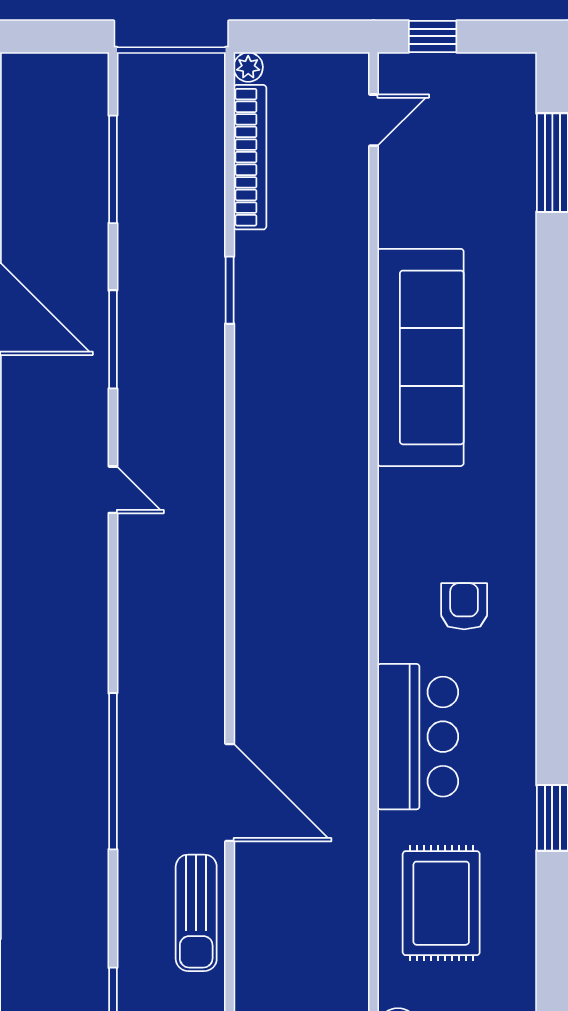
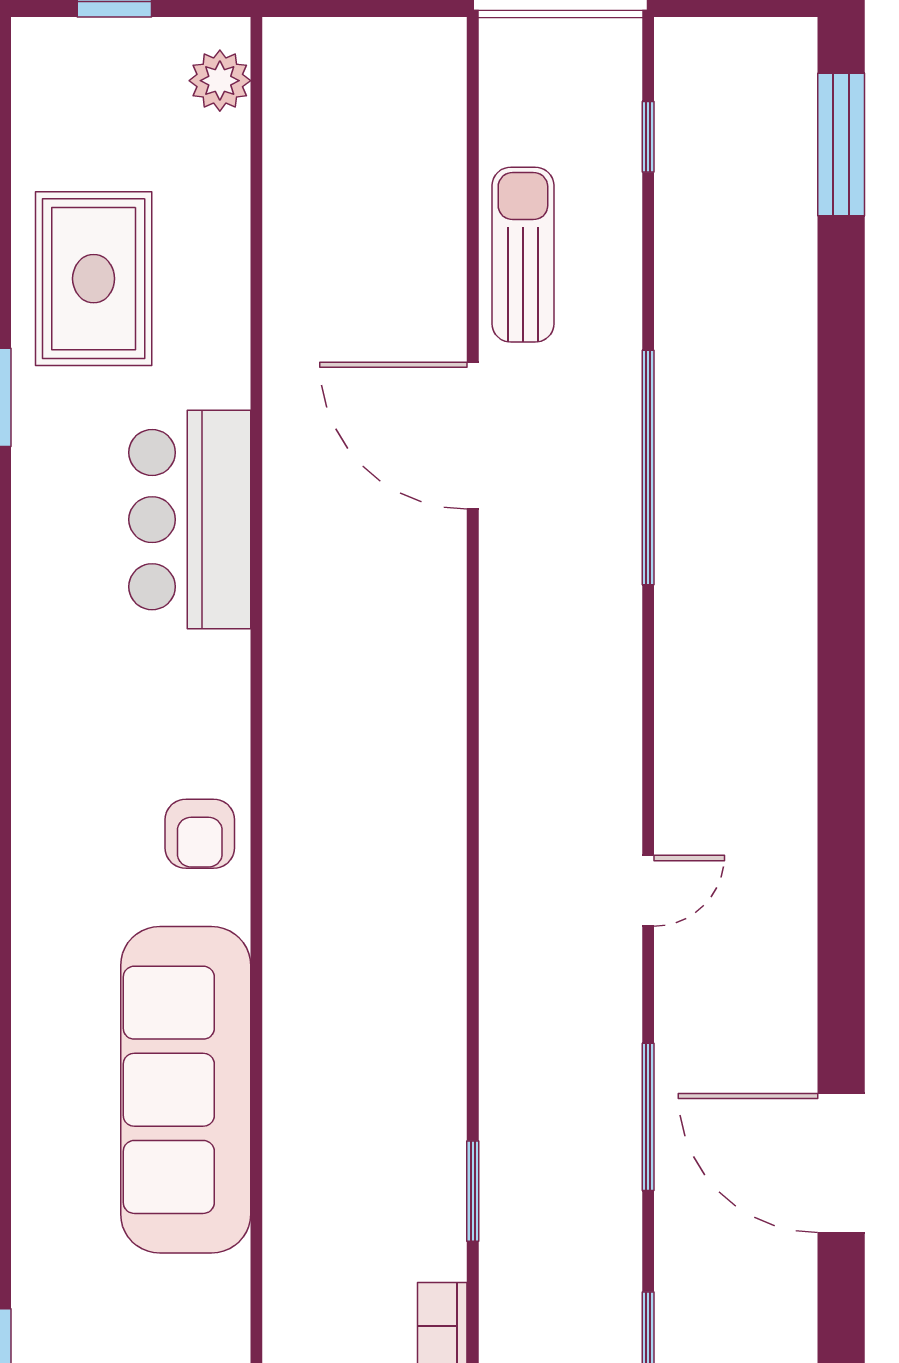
door: (113, 490) -> (648, 891), swing flipped
armchair: (464, 606) -> (200, 834), moved
rug: (441, 903) -> (94, 279), moved

